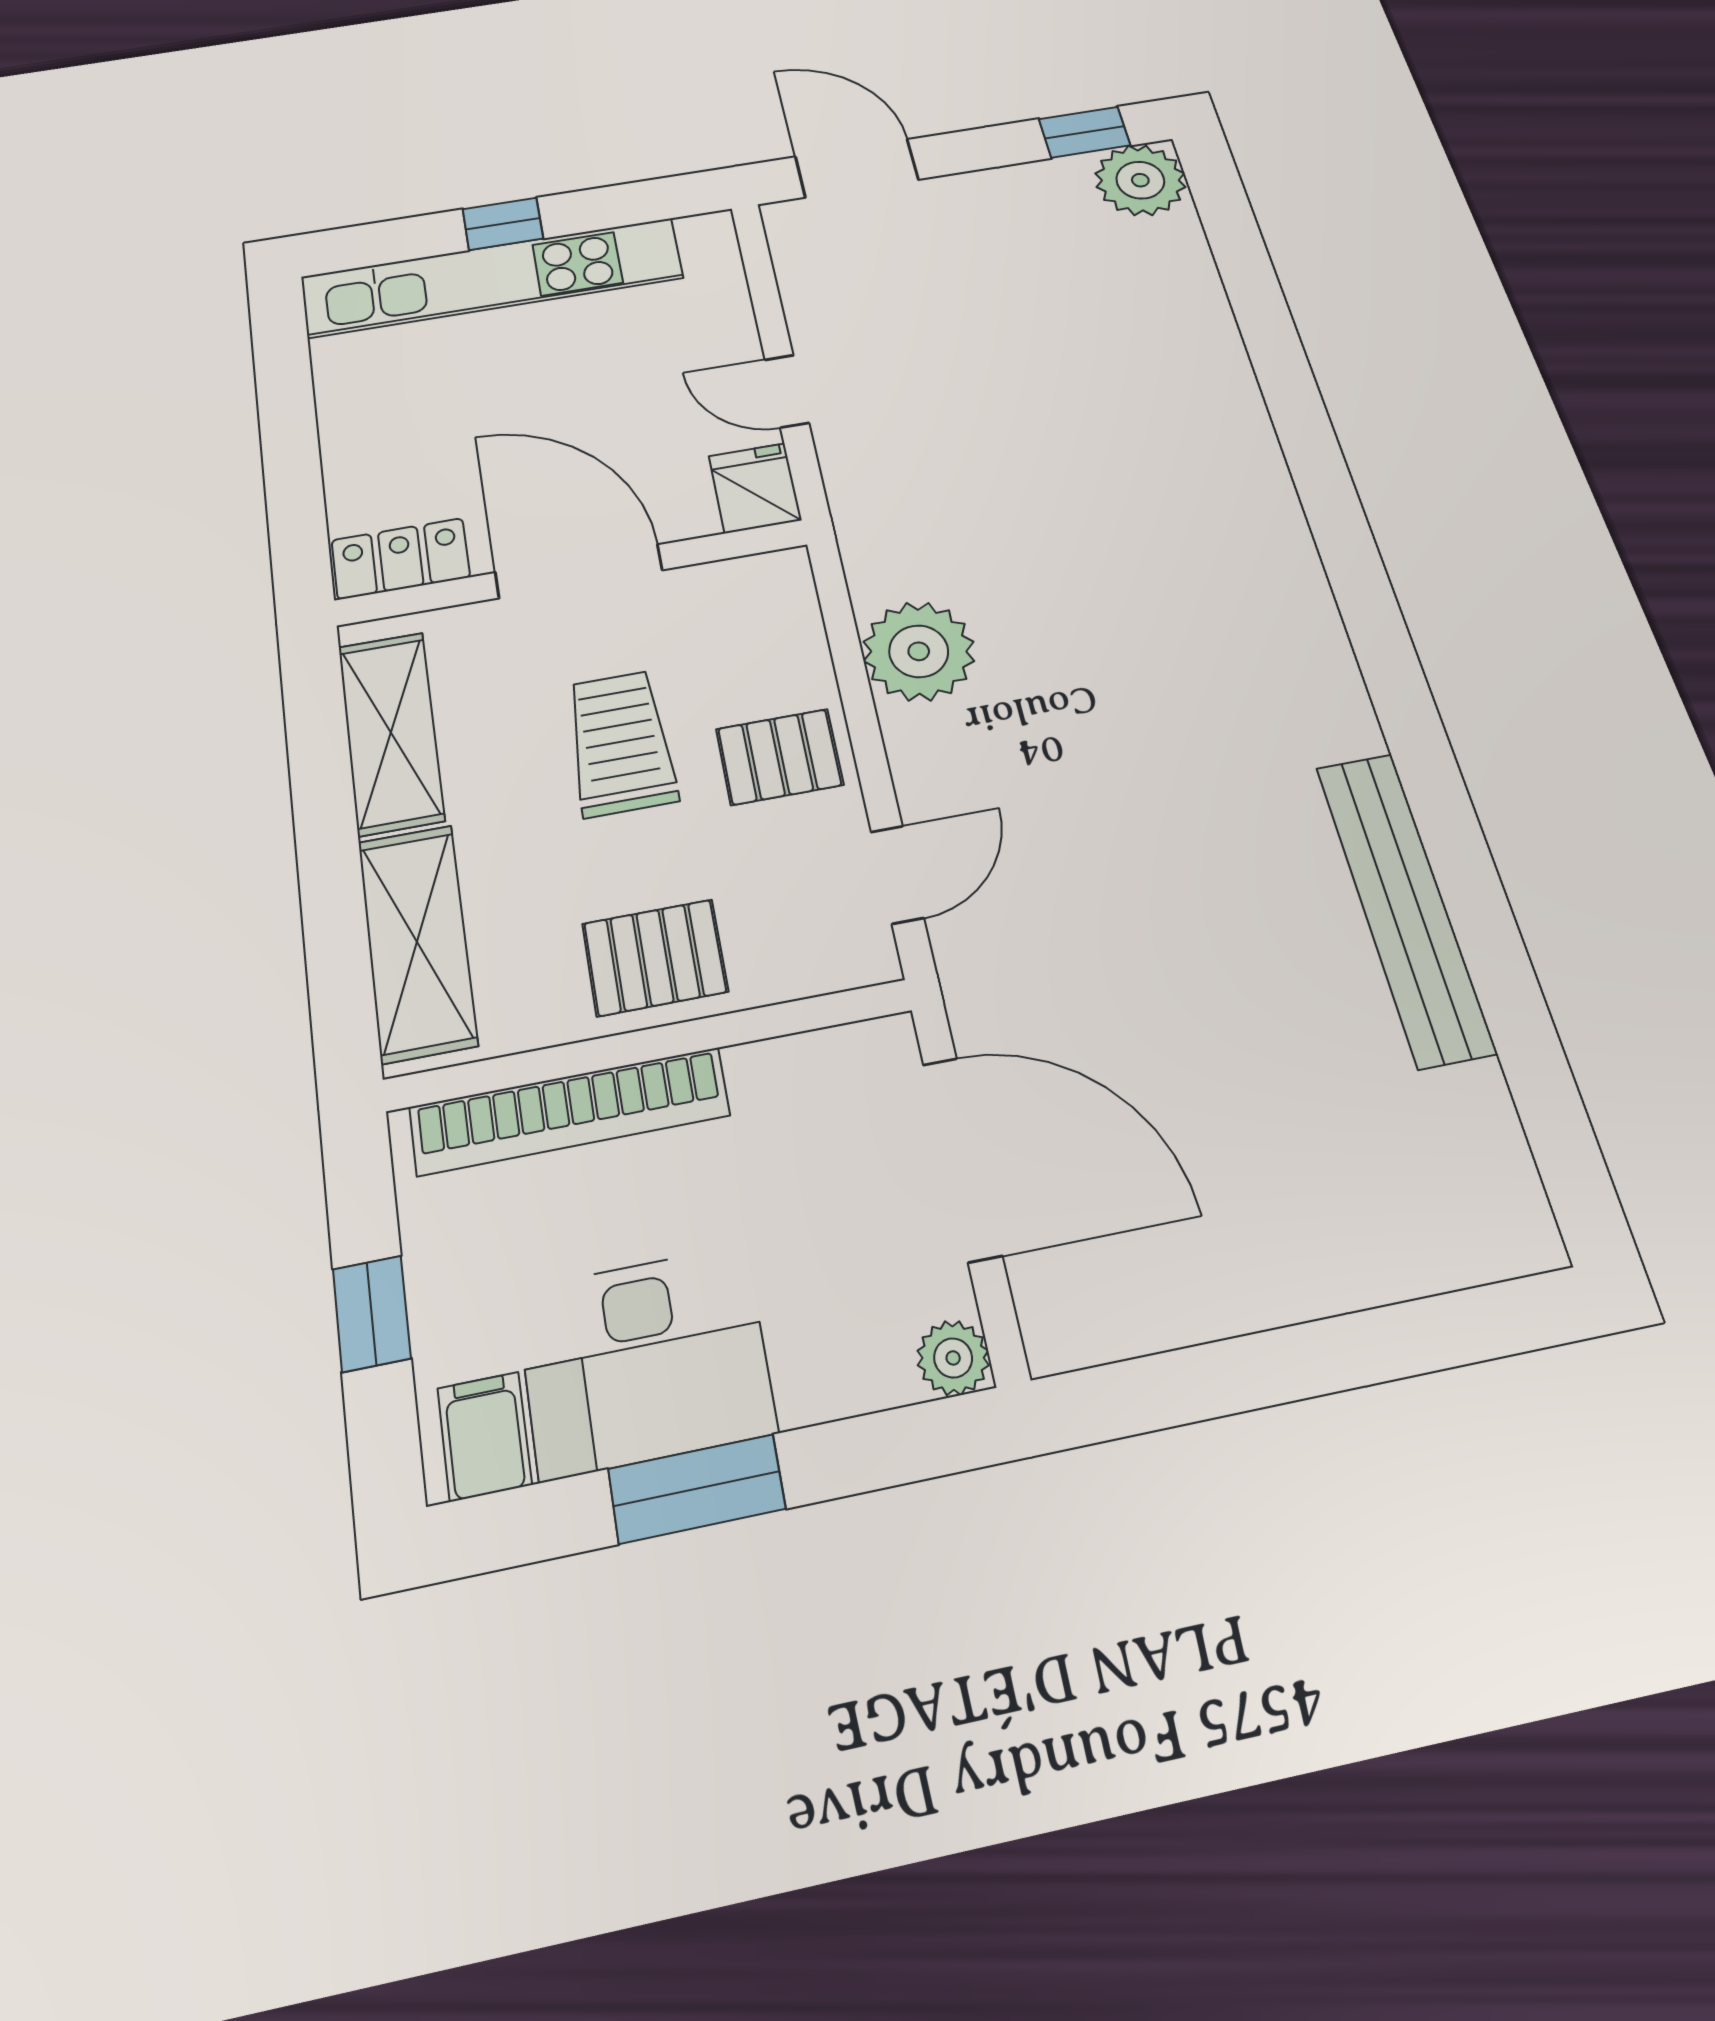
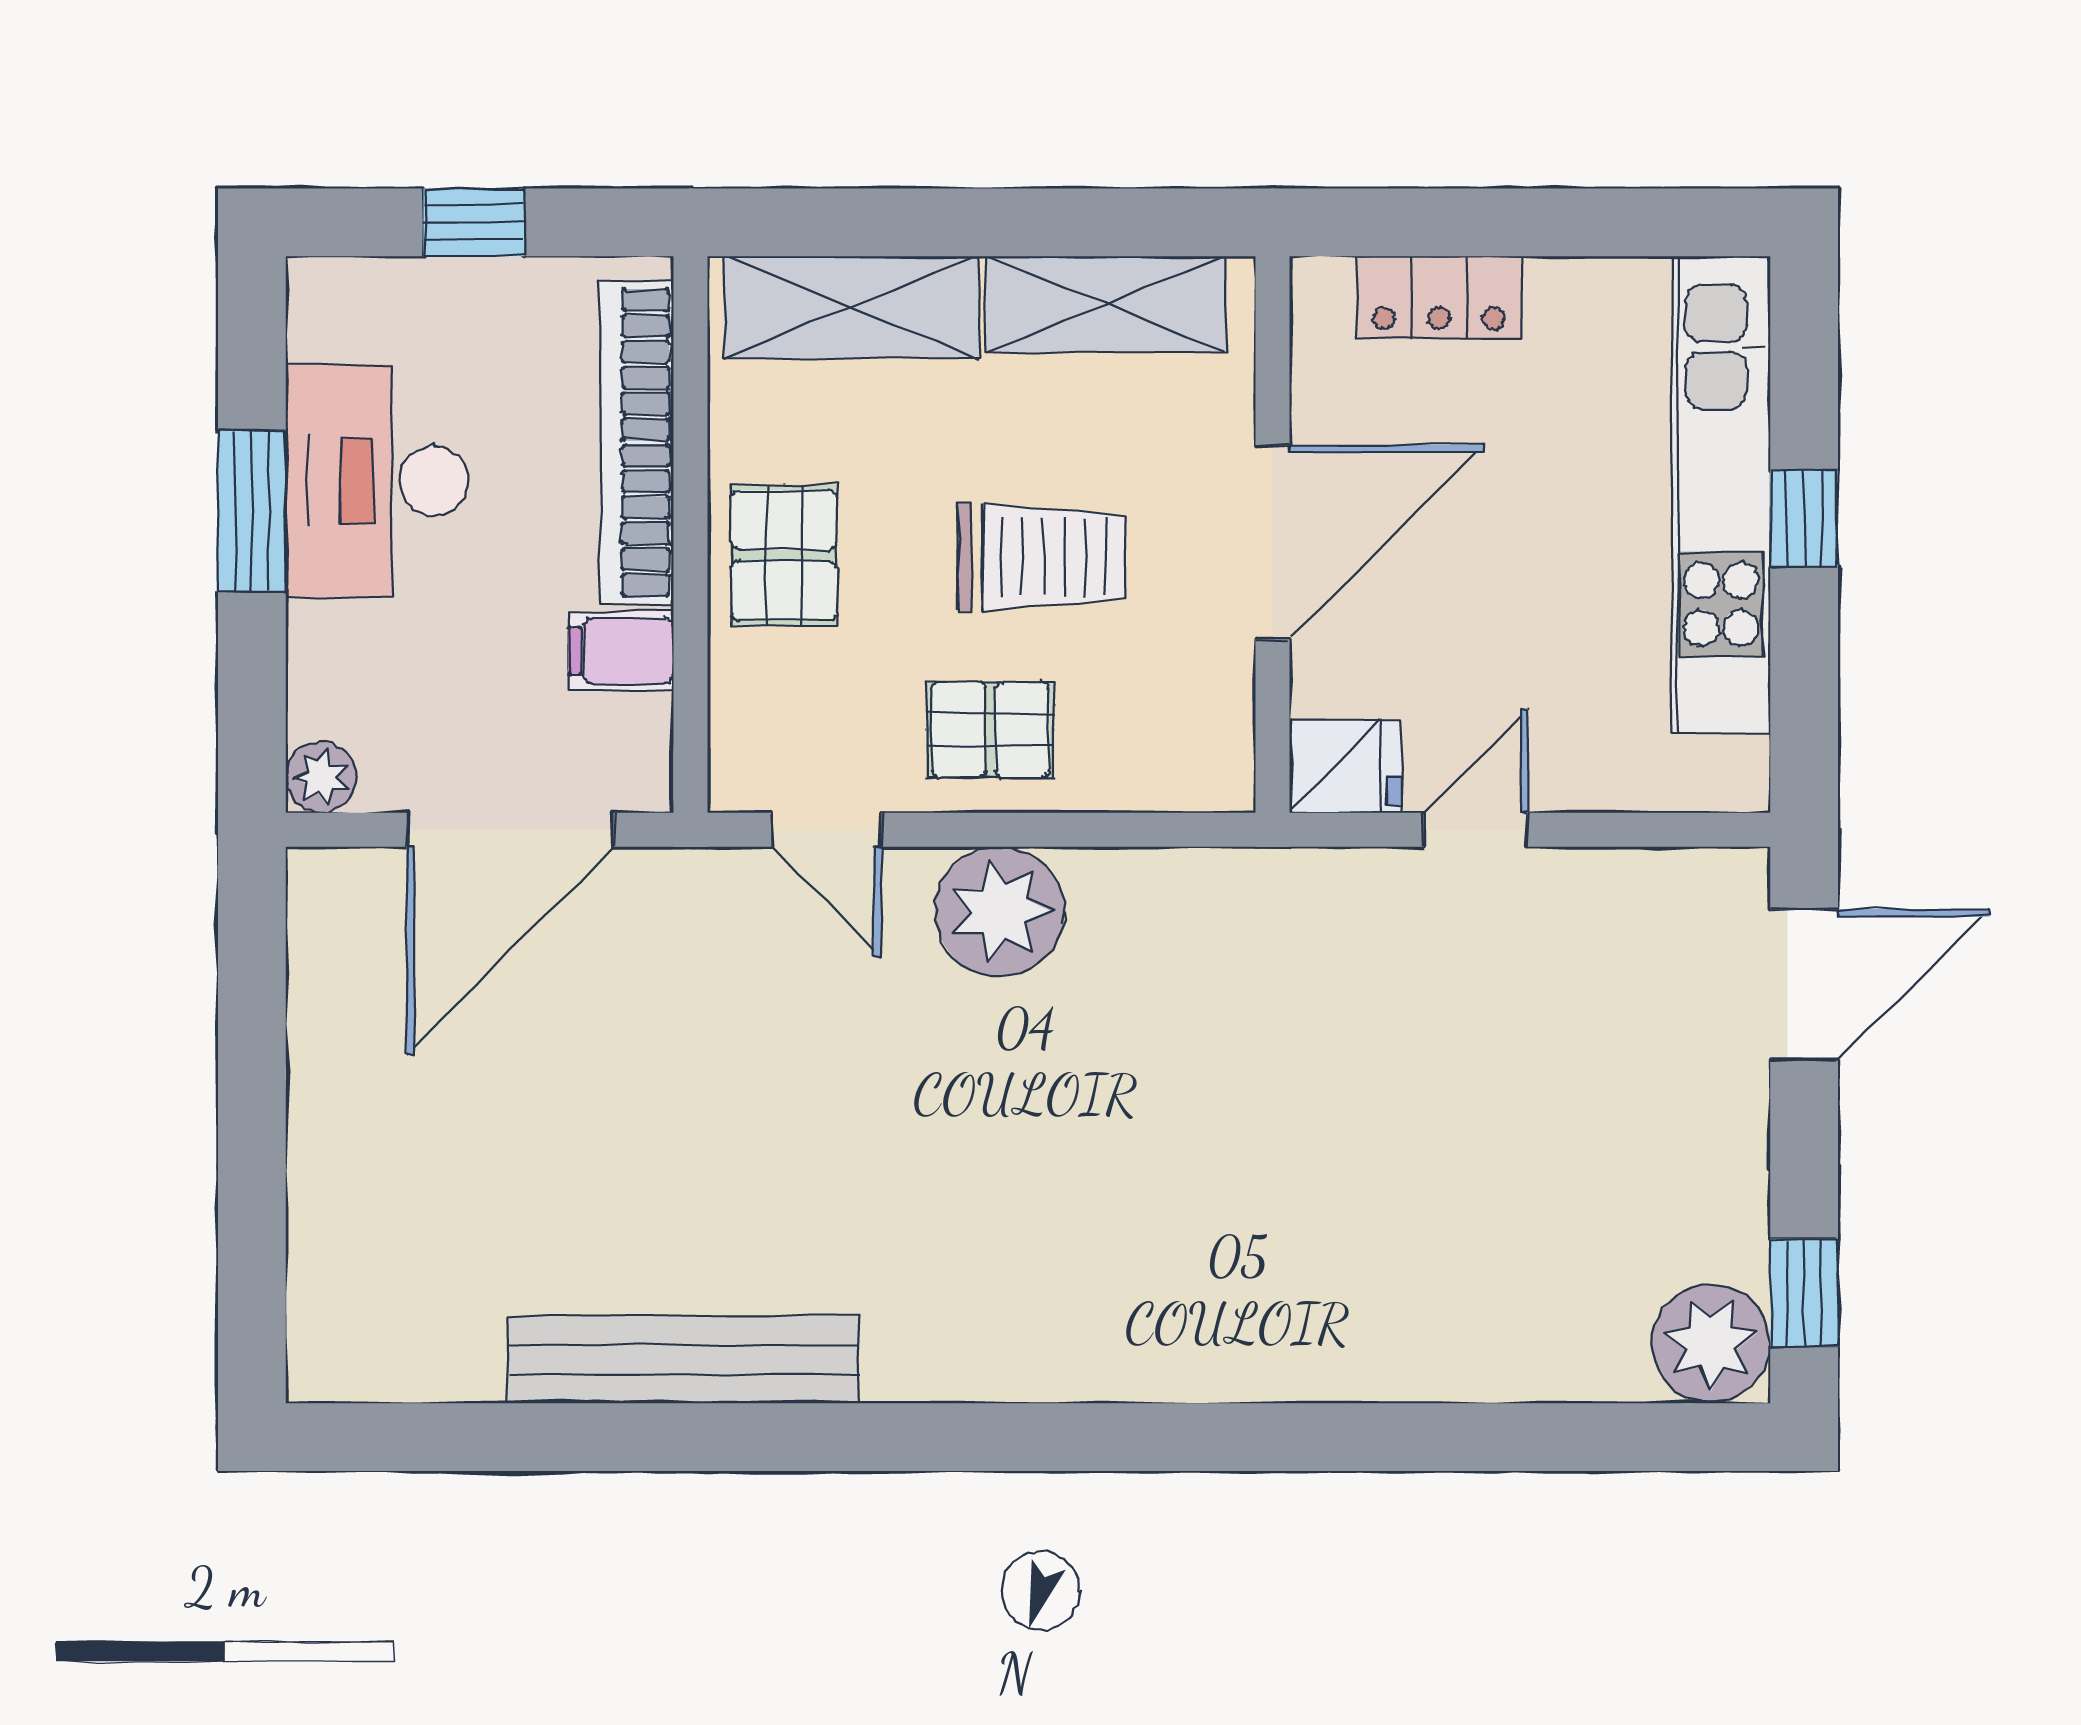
locker: (401, 559) -> (1439, 298), moved, turned 90
plant: (919, 651) -> (1000, 911), moved
pallet: (780, 757) -> (990, 730), turned 90
filing cabinet: (484, 1436) -> (621, 651), moved, turned 180

